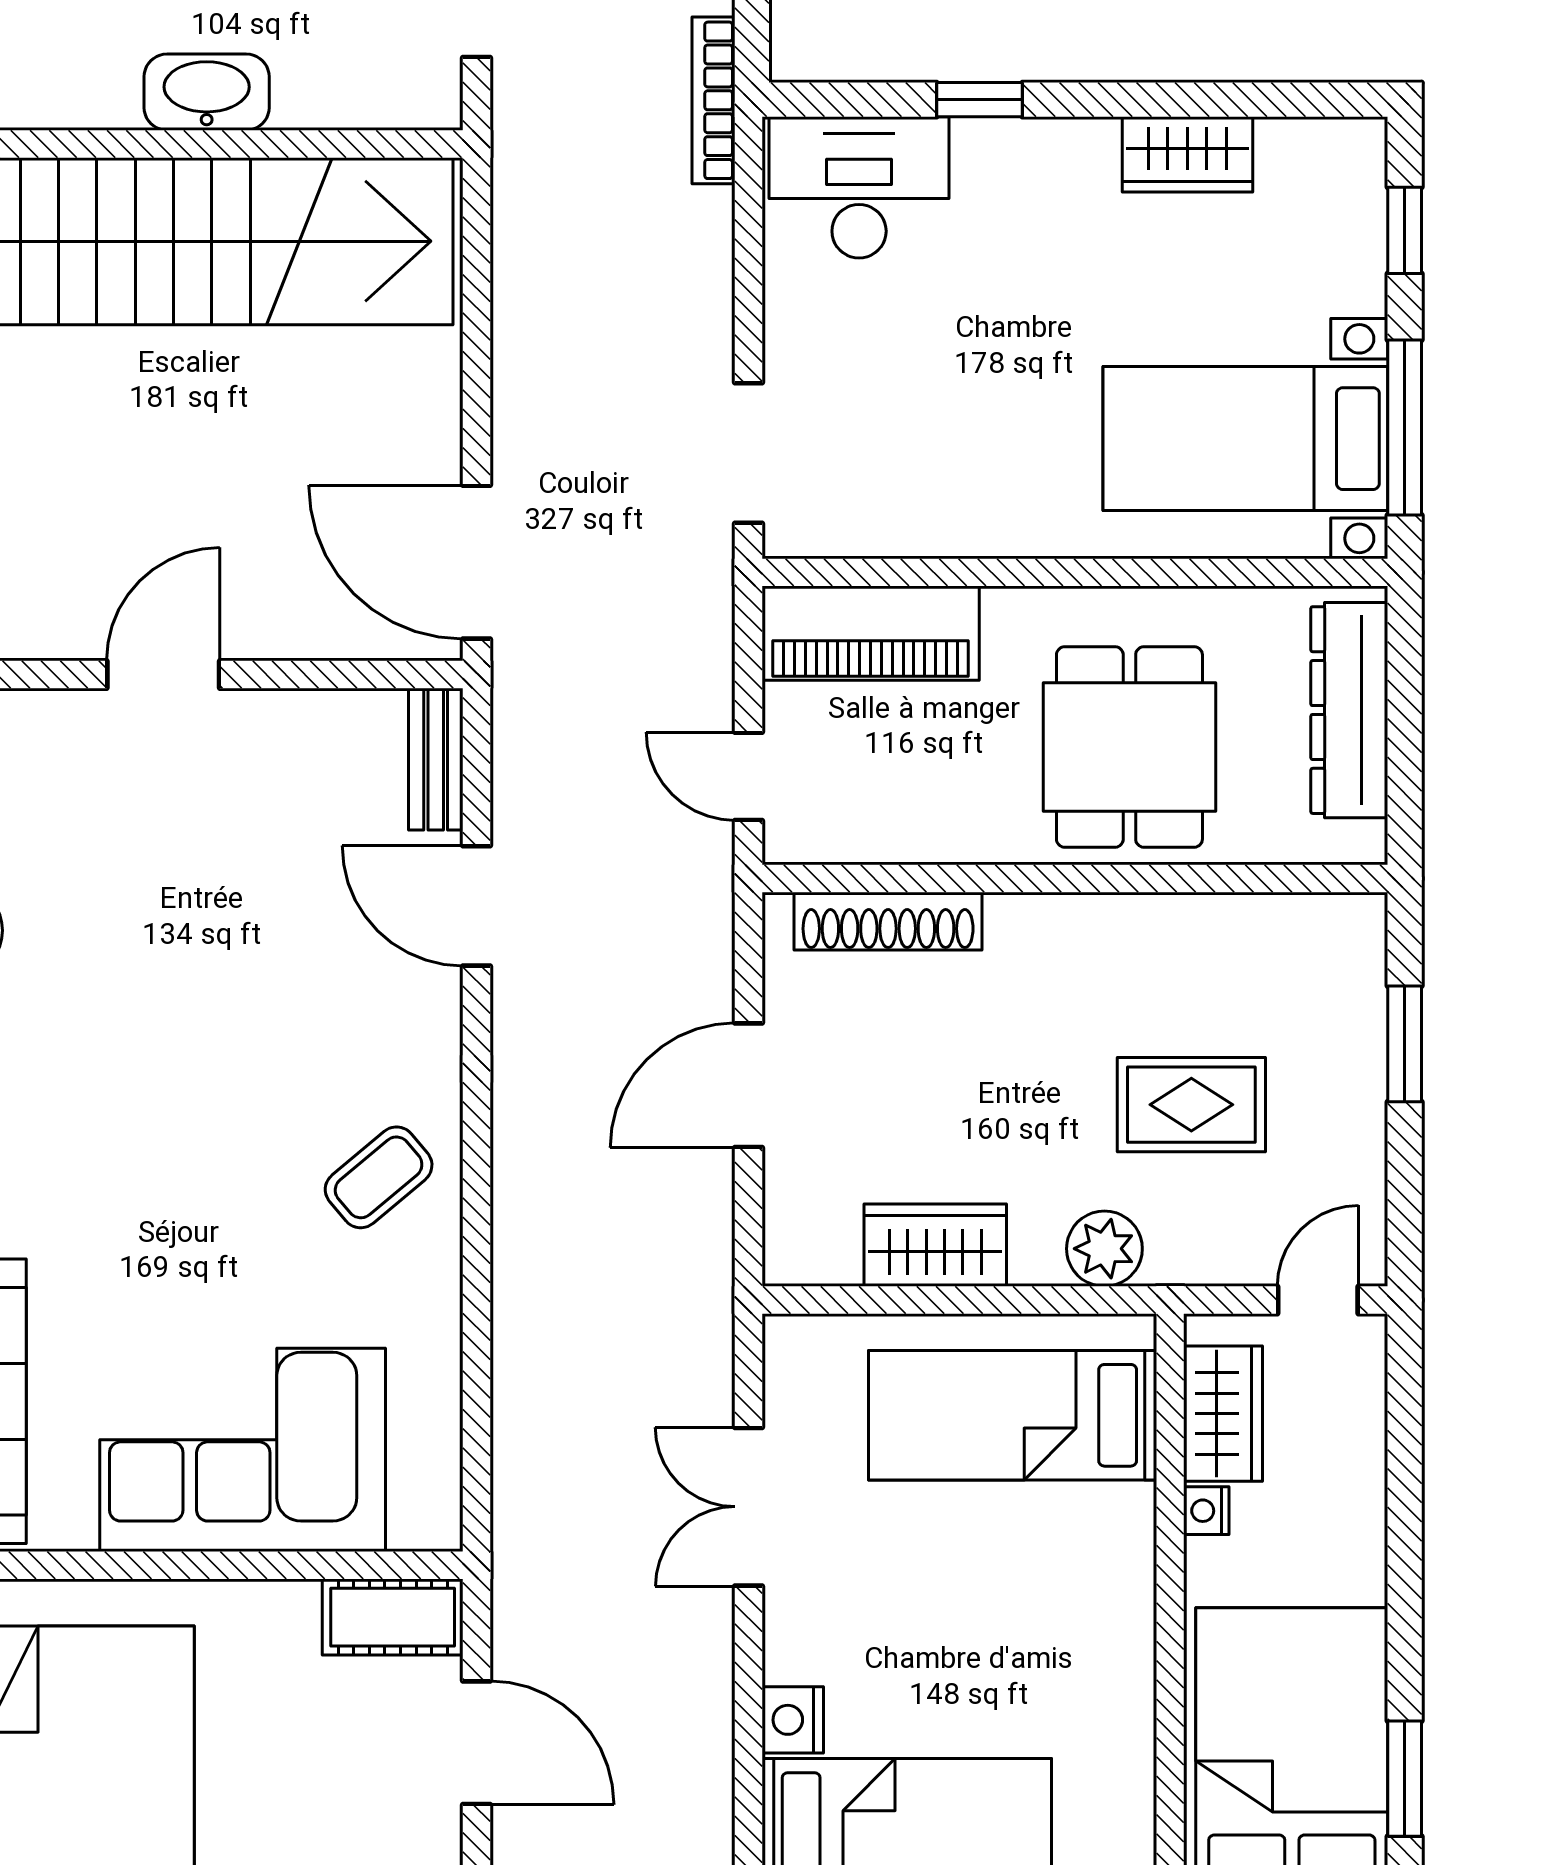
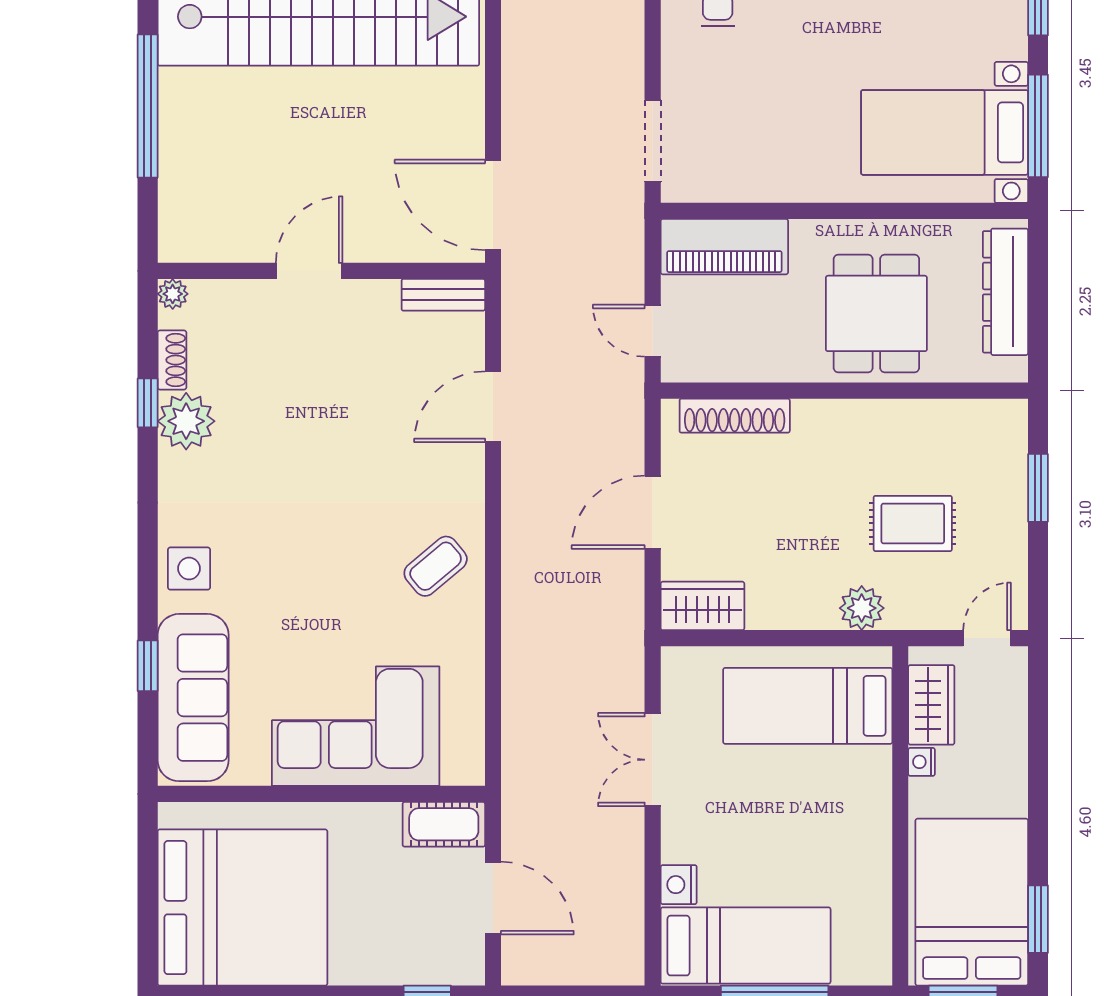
bench: (436, 759) -> (443, 295), moved, turned 90
door: (476, 906) -> (493, 407), hinge flipped
wardrobe: (935, 1245) -> (703, 606), moved

